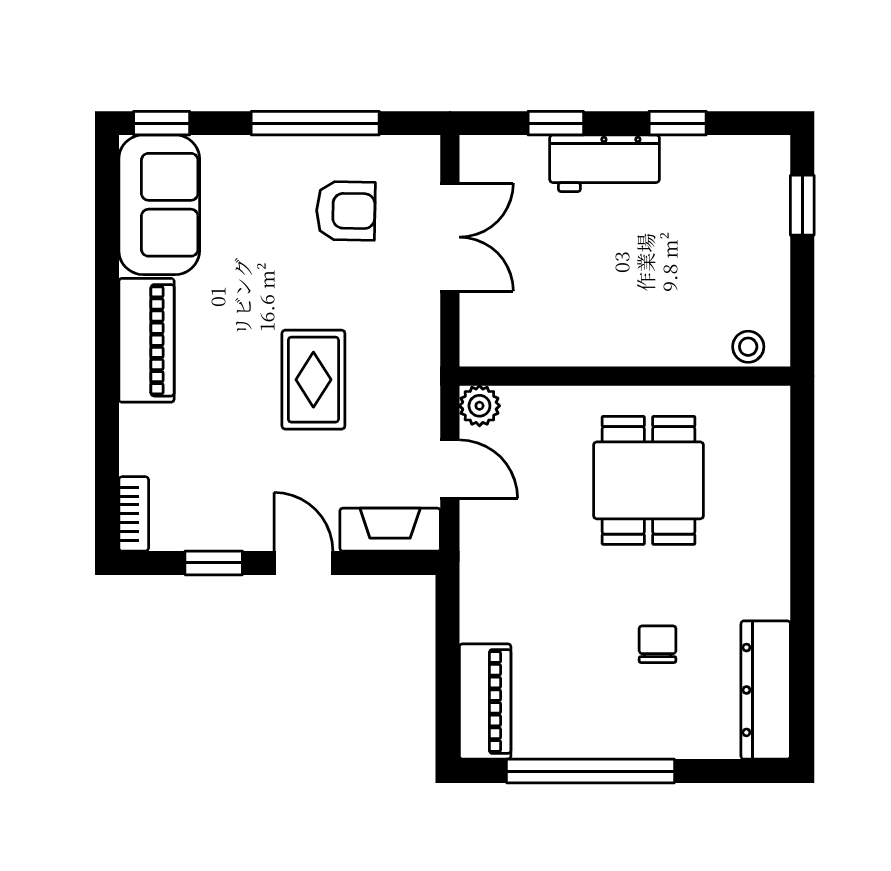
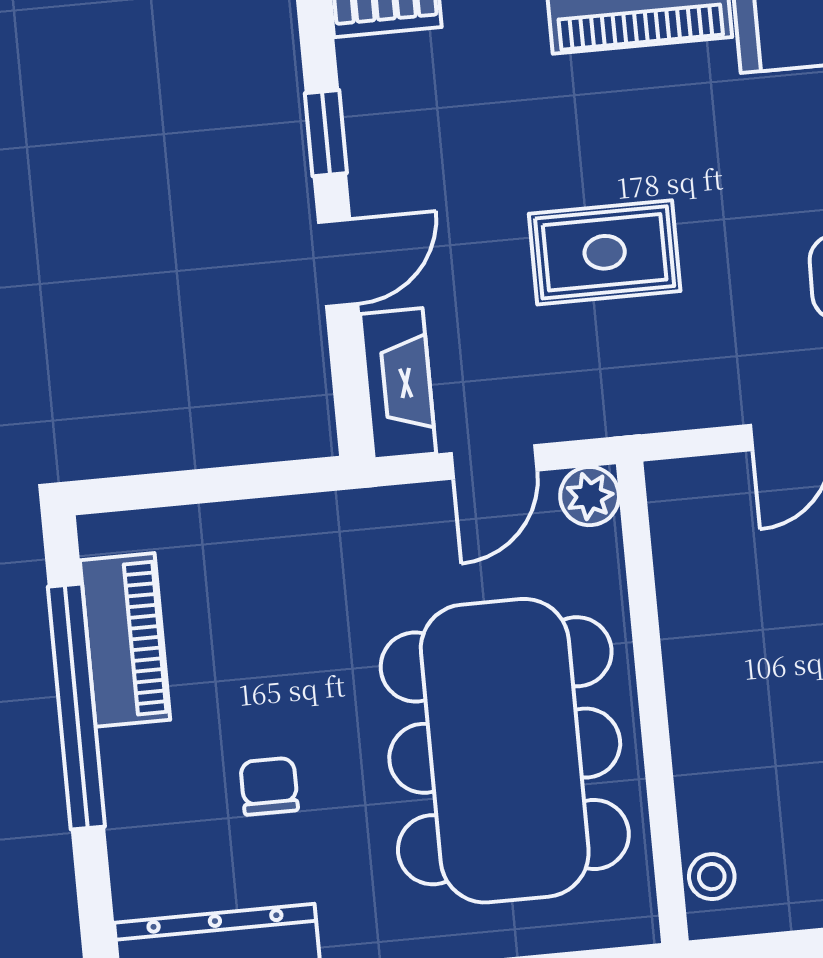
dining table: (649, 480) -> (505, 751), width x1.88, depth x1.24
chair: (658, 644) -> (269, 786), turned -90
piano: (485, 702) -> (125, 640), moved, turned -90

